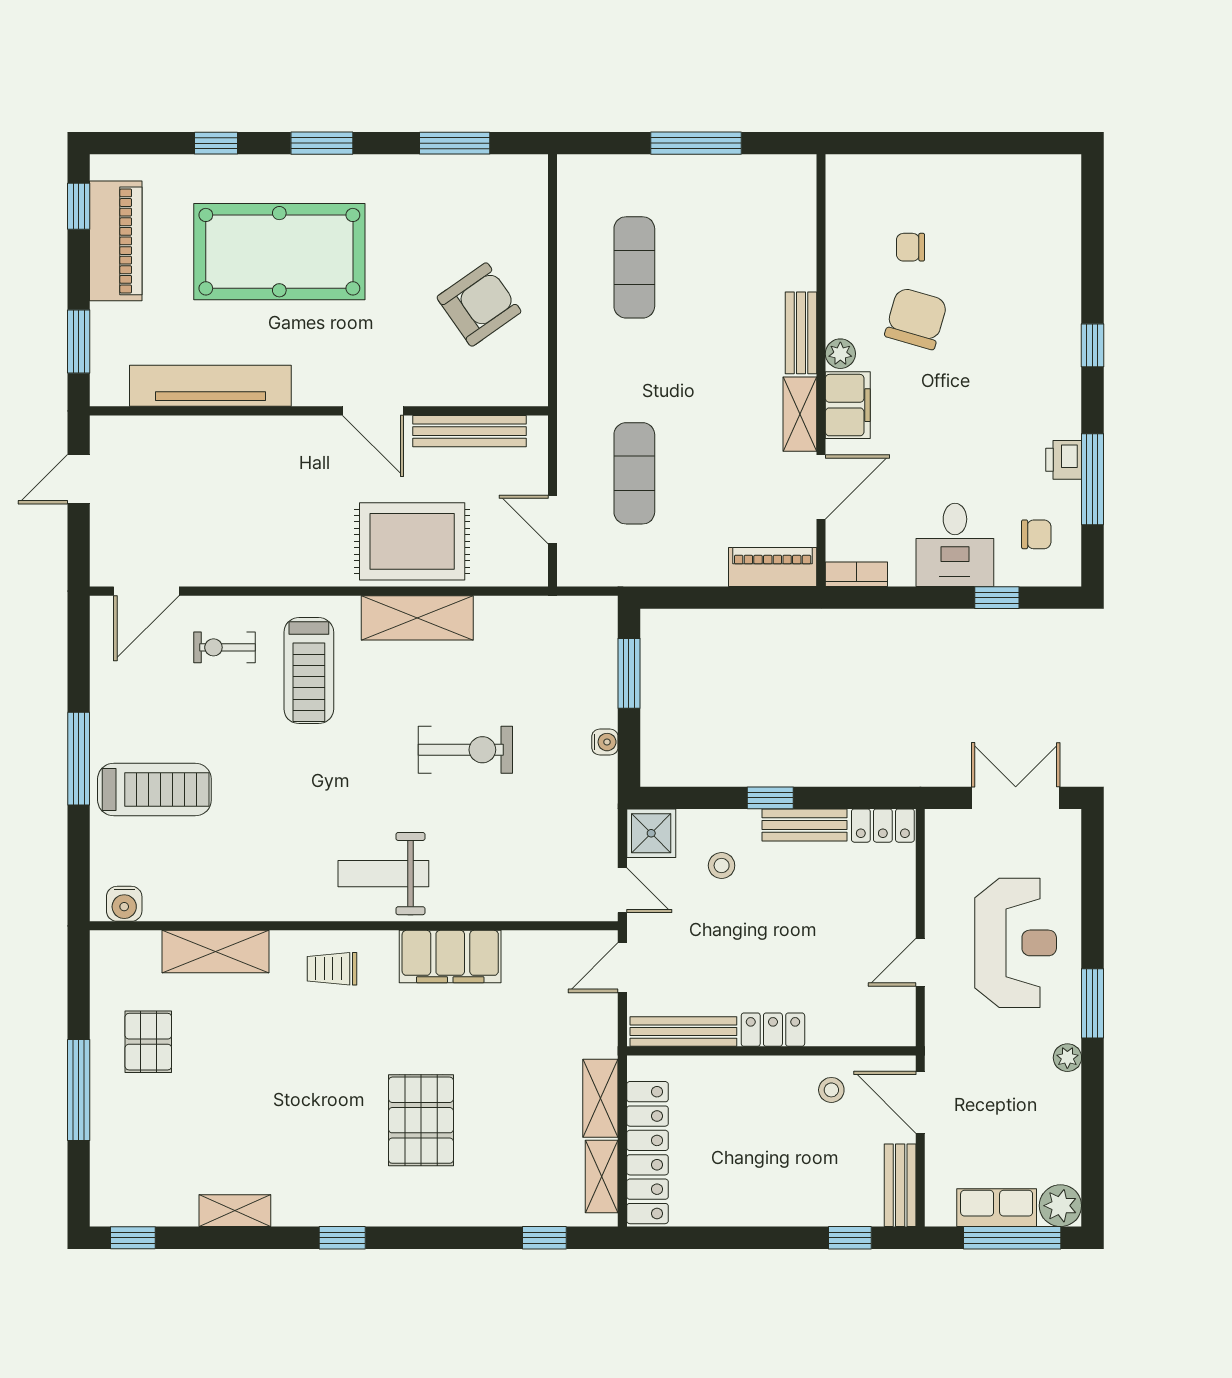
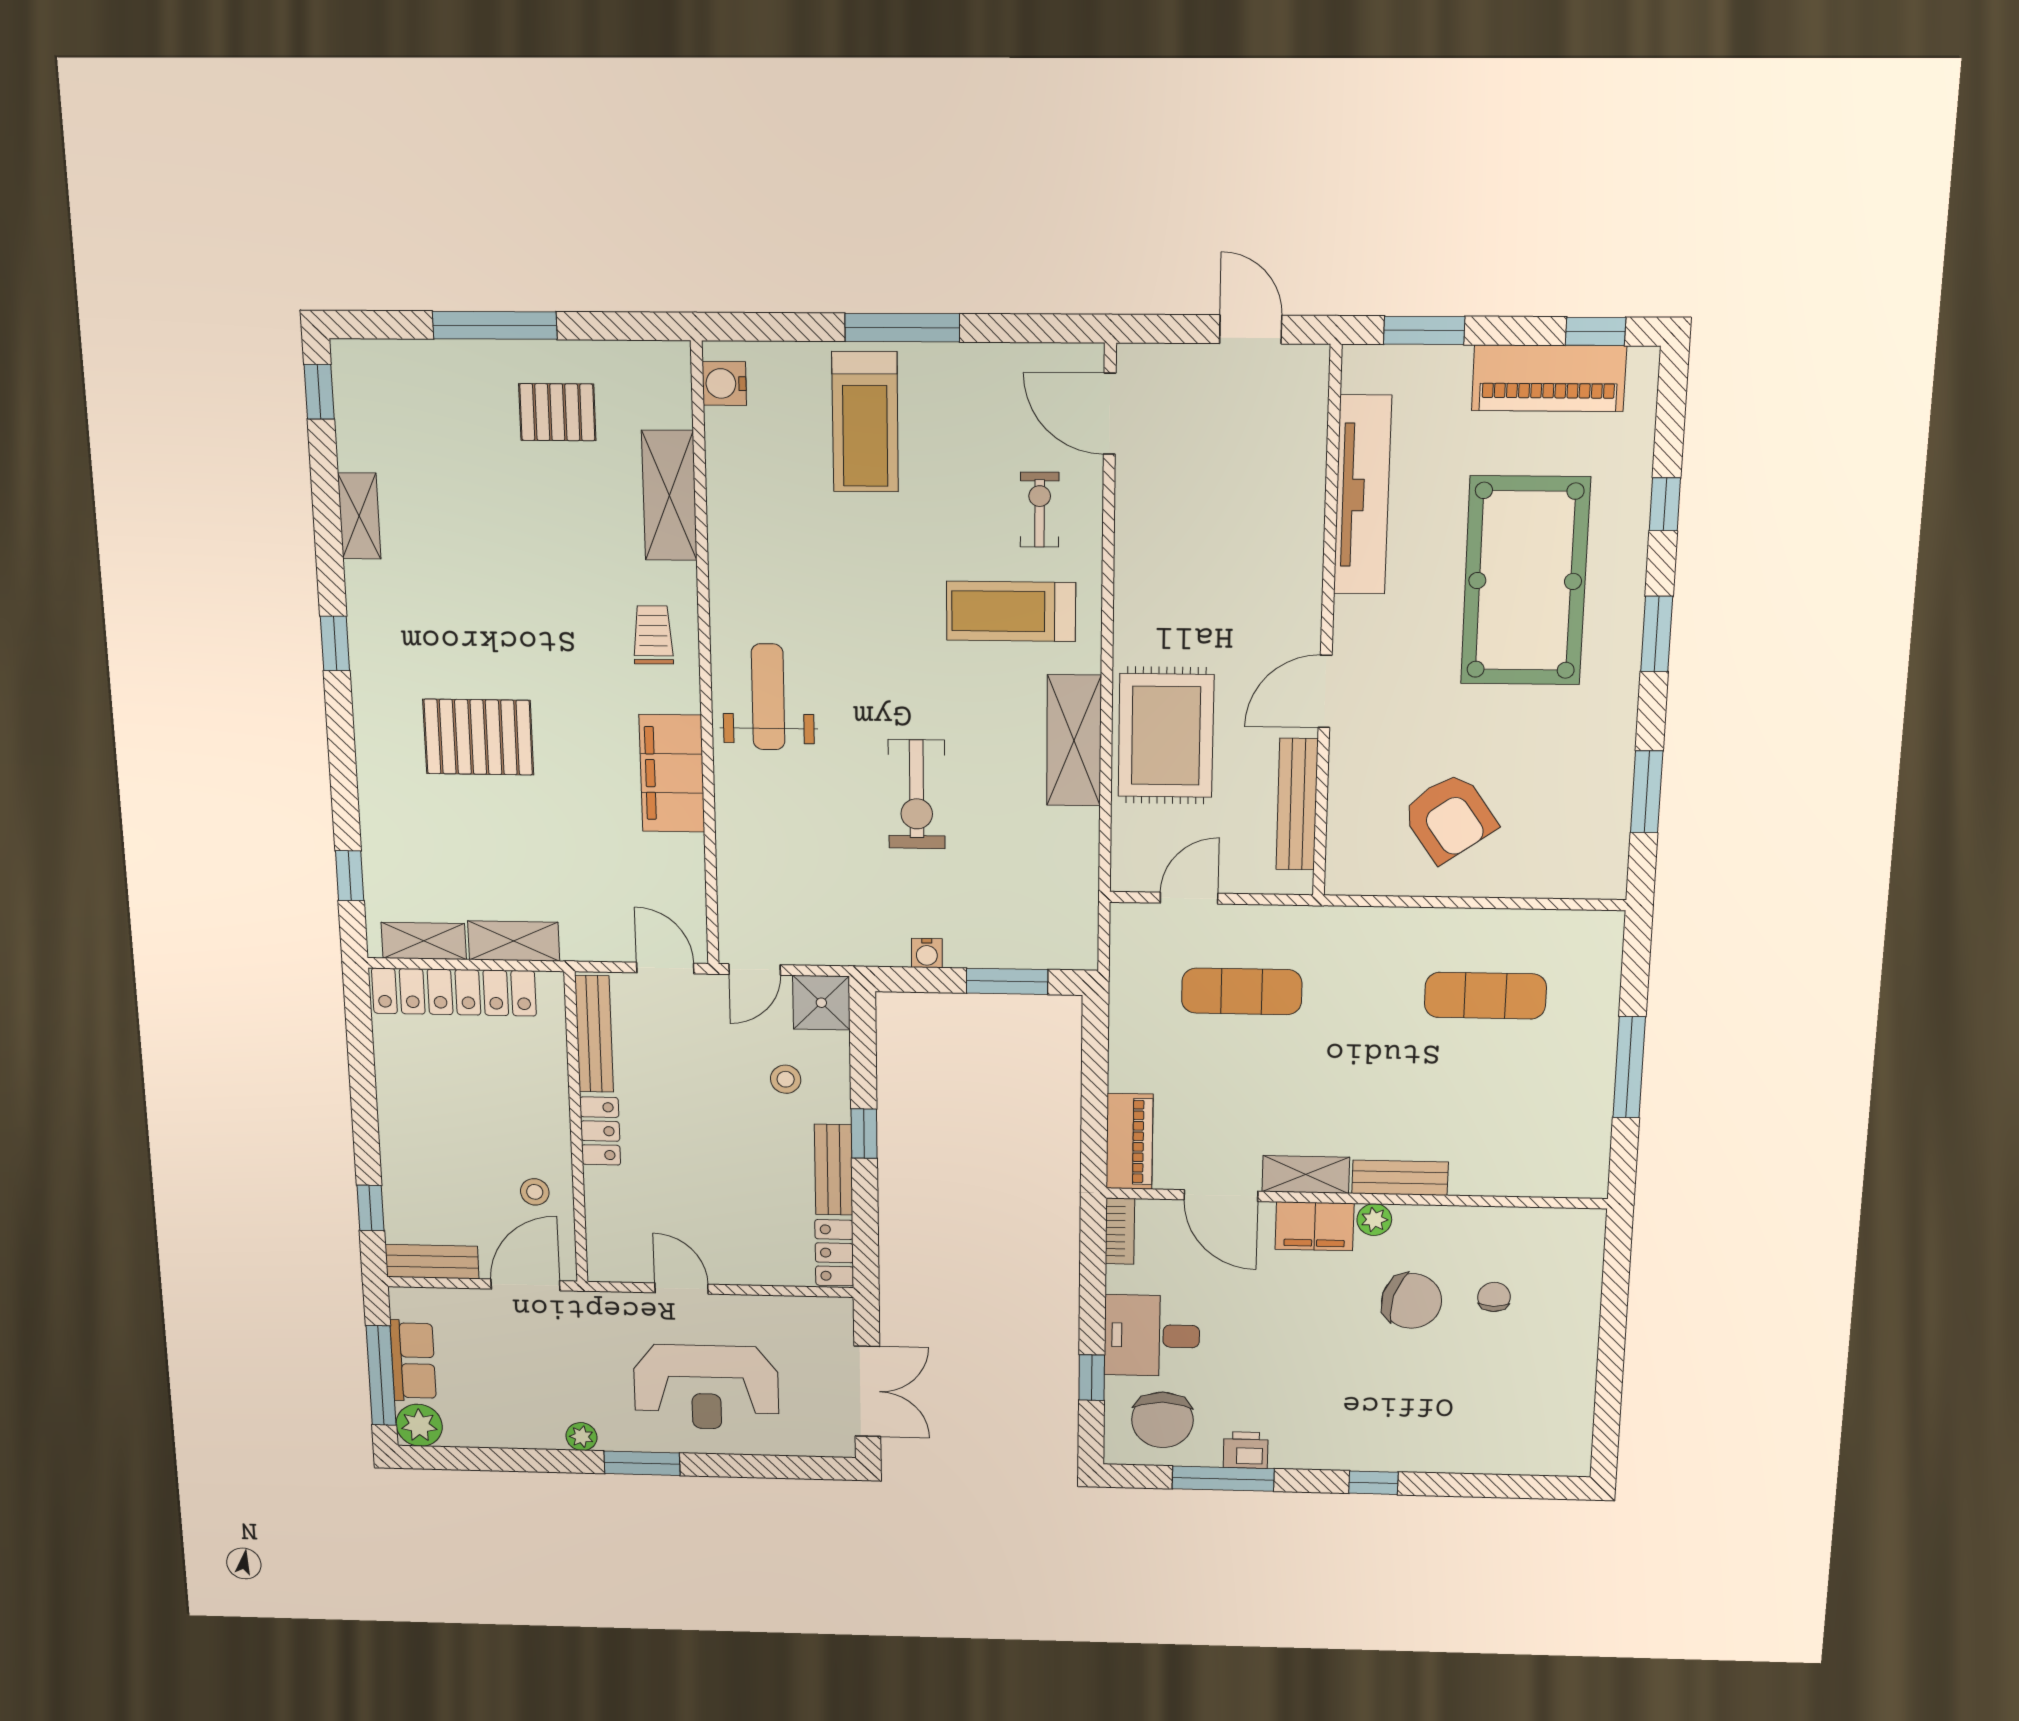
chair: (1036, 534) -> (1162, 1420), width x1.87, depth x1.87

